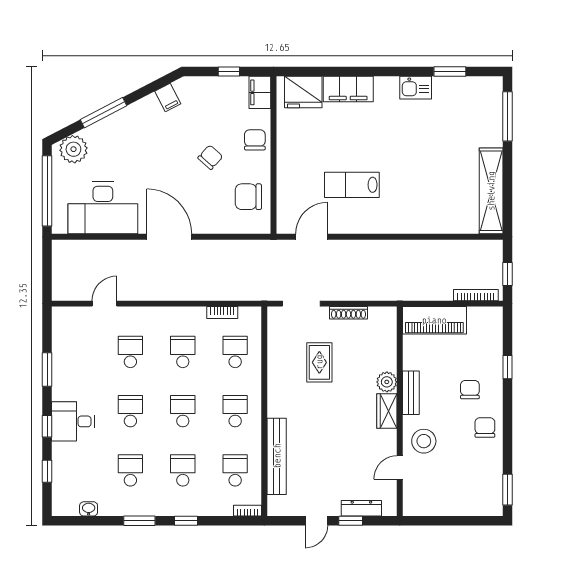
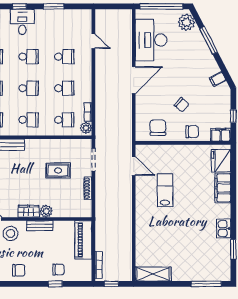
shelving: (491, 191) -> (153, 274), width x0.68
plant: (249, 316) -> (86, 128), added
chair: (470, 390) -> (58, 269), moved

